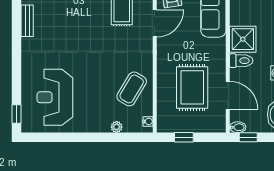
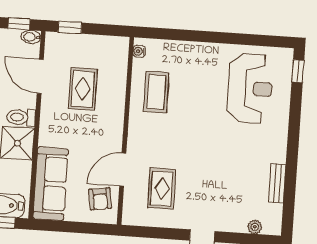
rug: (192, 87) -> (83, 89), width x0.73, depth x0.70
coffee table: (132, 89) -> (156, 92), turned -31
plant: (117, 127) -> (178, 47), removed
window: (184, 137) -> (70, 27), moved

